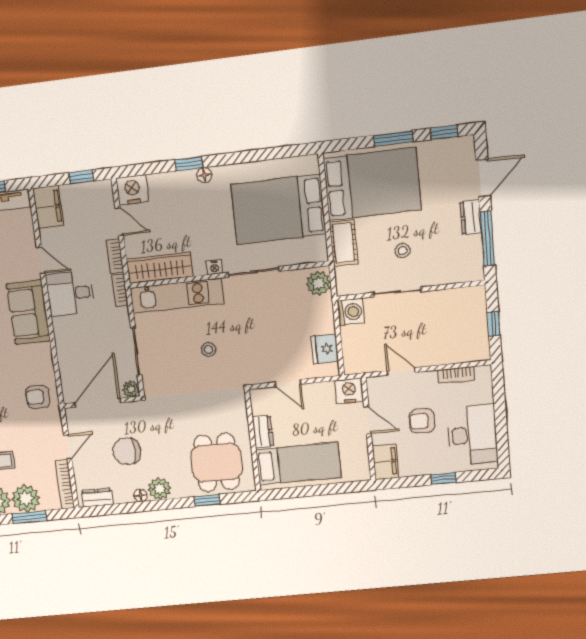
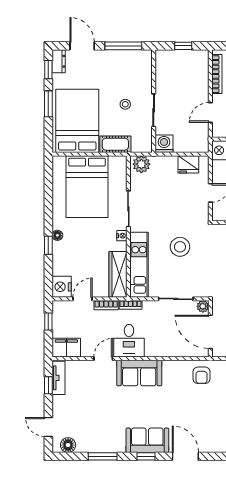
dresser: (471, 217) -> (59, 61), moved, turned -90
stool: (208, 349) -> (180, 247), width x1.89, depth x1.89
bookcase: (457, 375) -> (217, 74), width x1.56

